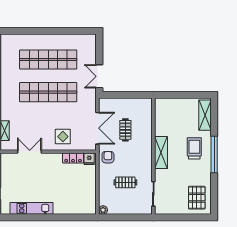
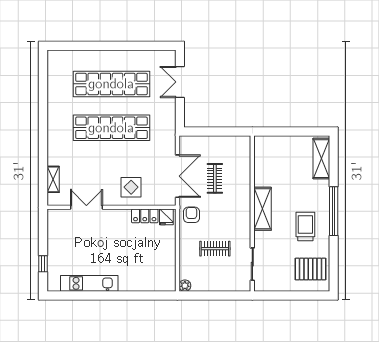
double door: (99, 76) -> (180, 82), moved
trolley: (194, 148) -> (305, 227), moved
pallet: (197, 198) -> (311, 269), turned 90

